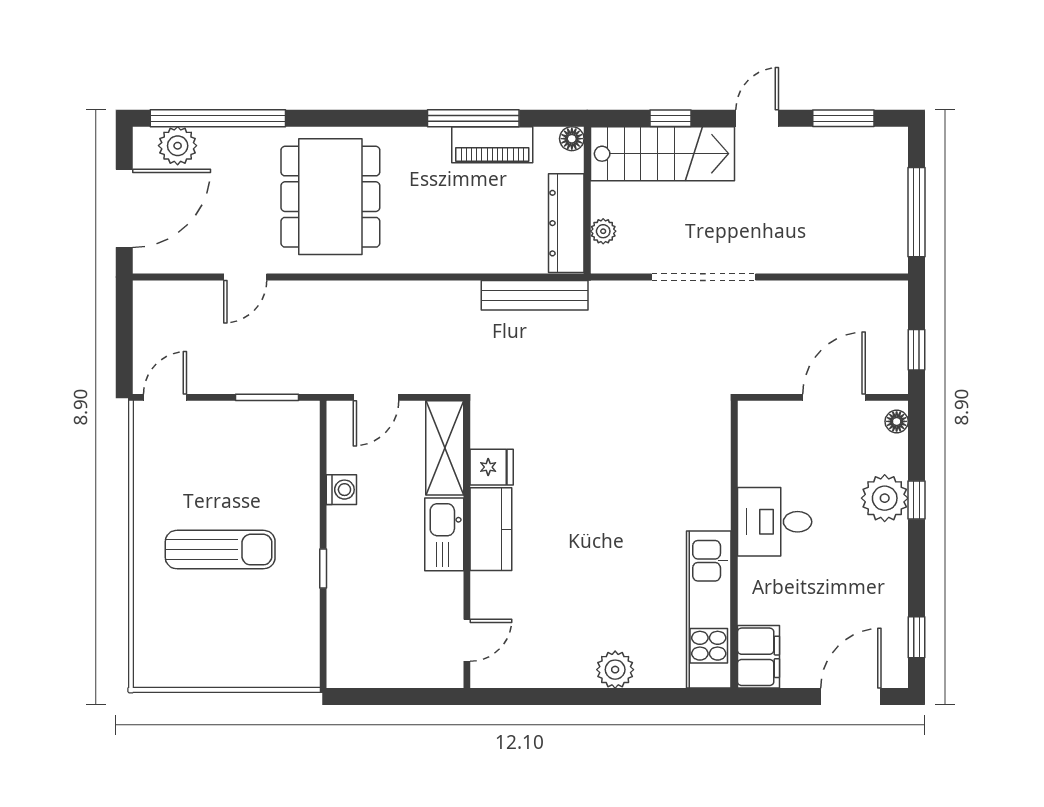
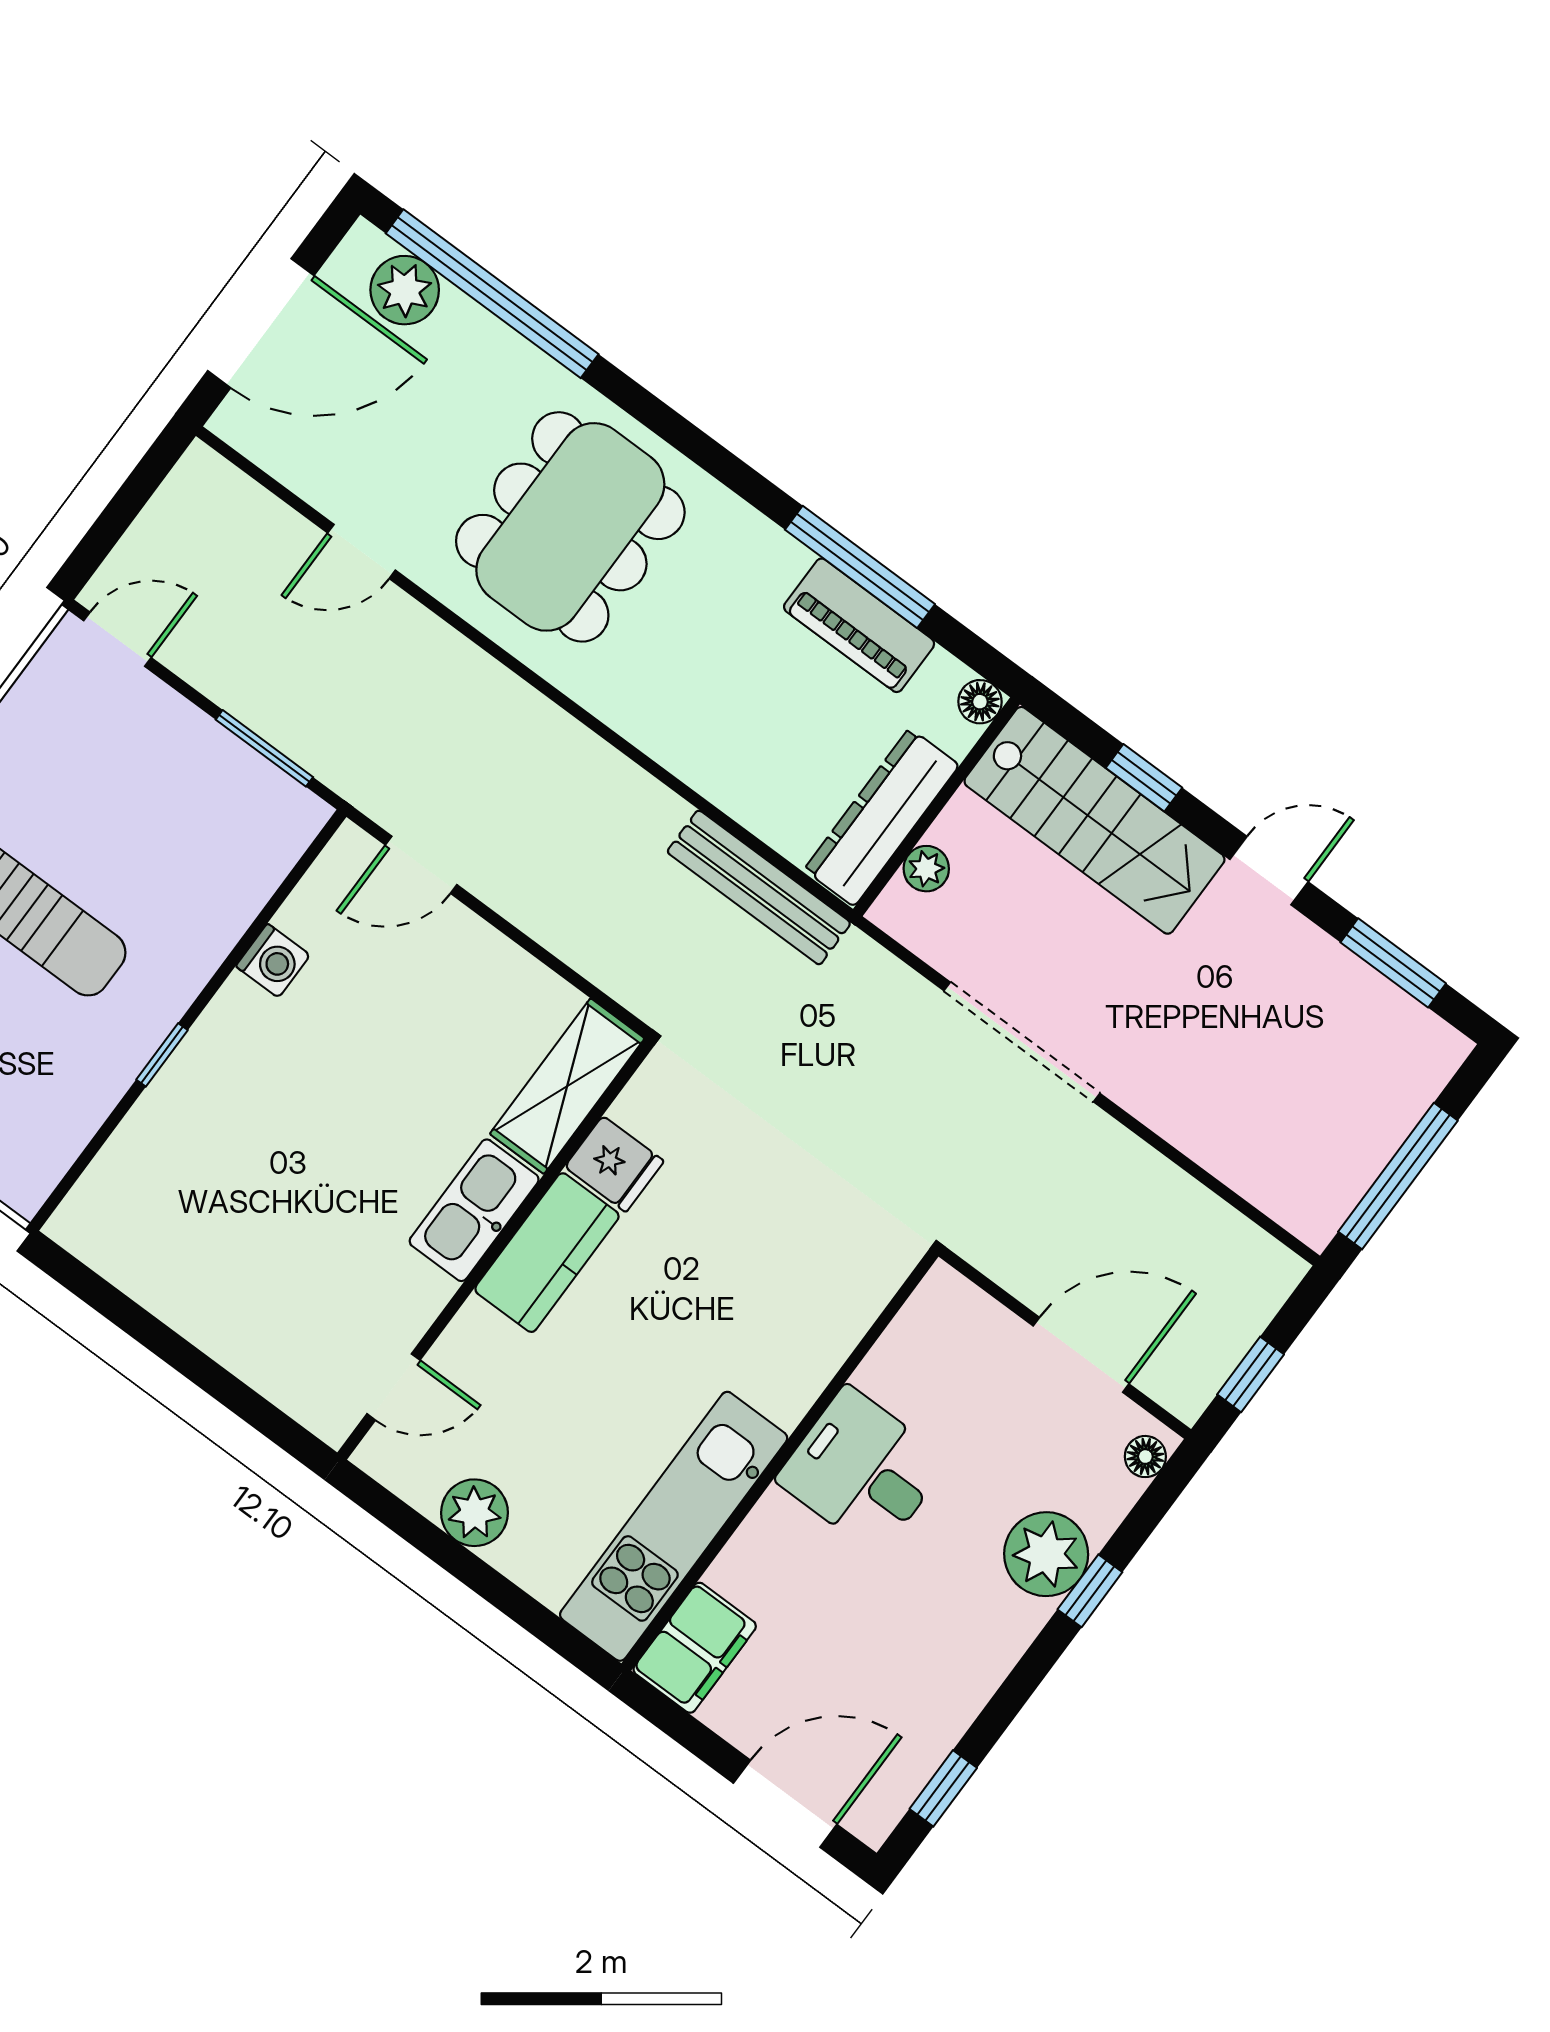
shelving: (445, 448) -> (567, 1086), moved
fridge: (492, 467) -> (614, 1164), moved
kitchen counter: (491, 529) -> (547, 1253), moved
kitchen sink: (444, 534) -> (474, 1210), moved
wall: (467, 544) -> (496, 1249), moved
door: (467, 640) -> (393, 1387), moved

